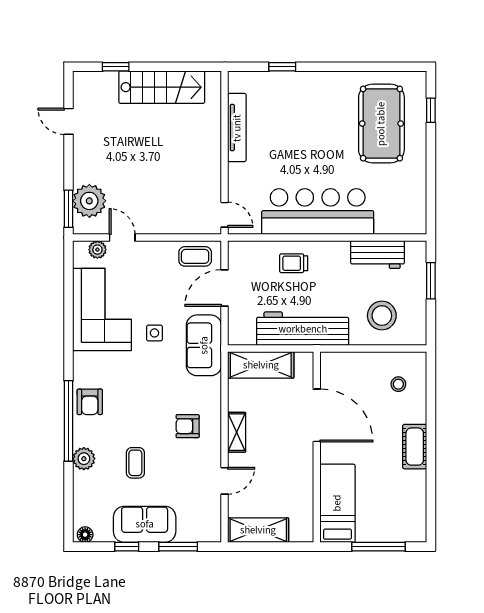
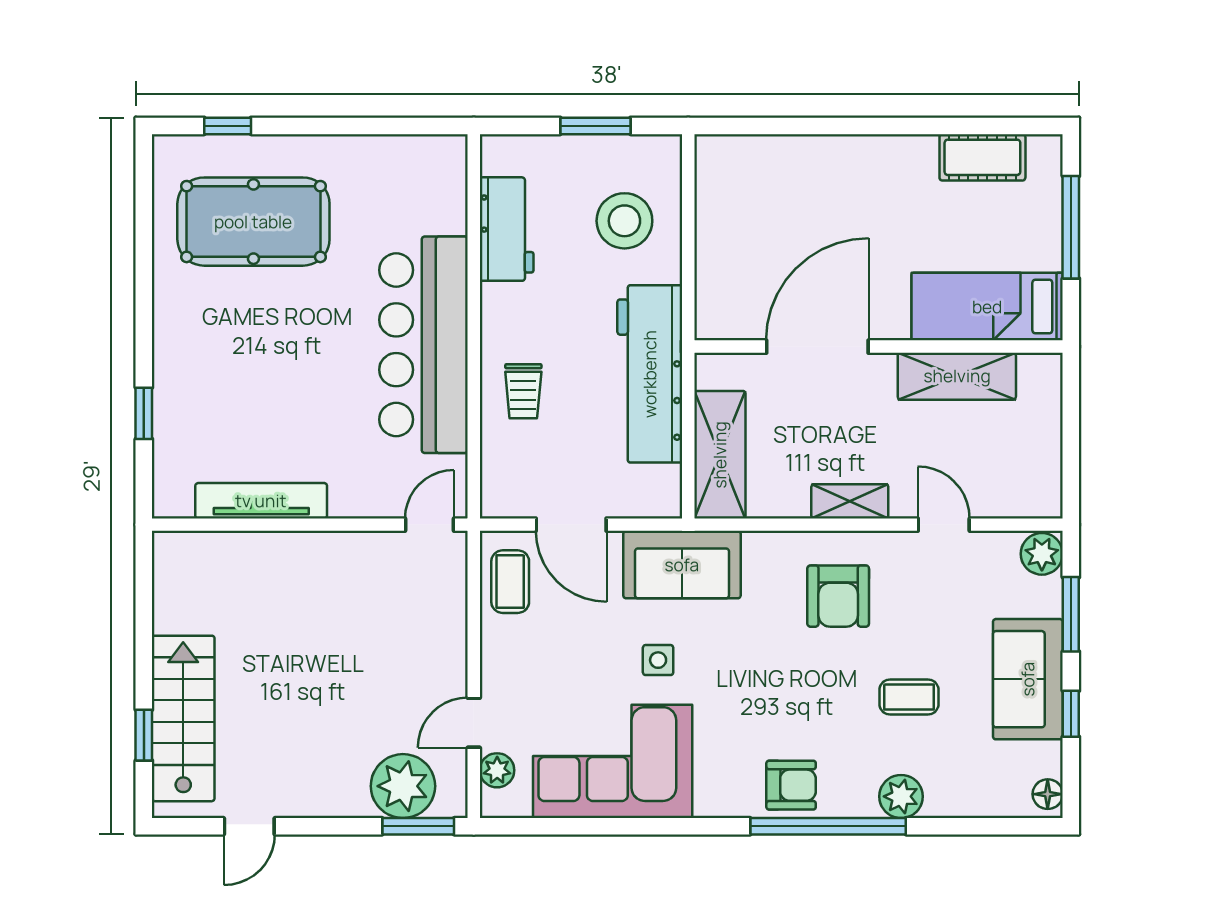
stairs: (162, 87) -> (183, 718), moved
window: (431, 281) -> (595, 126), moved
stool: (398, 384) -> (757, 189), removed
armchair: (188, 426) -> (838, 596), width x1.38, depth x1.38
cot: (415, 447) -> (982, 157), moved
shelving: (258, 530) -> (957, 376), moved, turned 90
plant: (209, 532) -> (1042, 554), added

